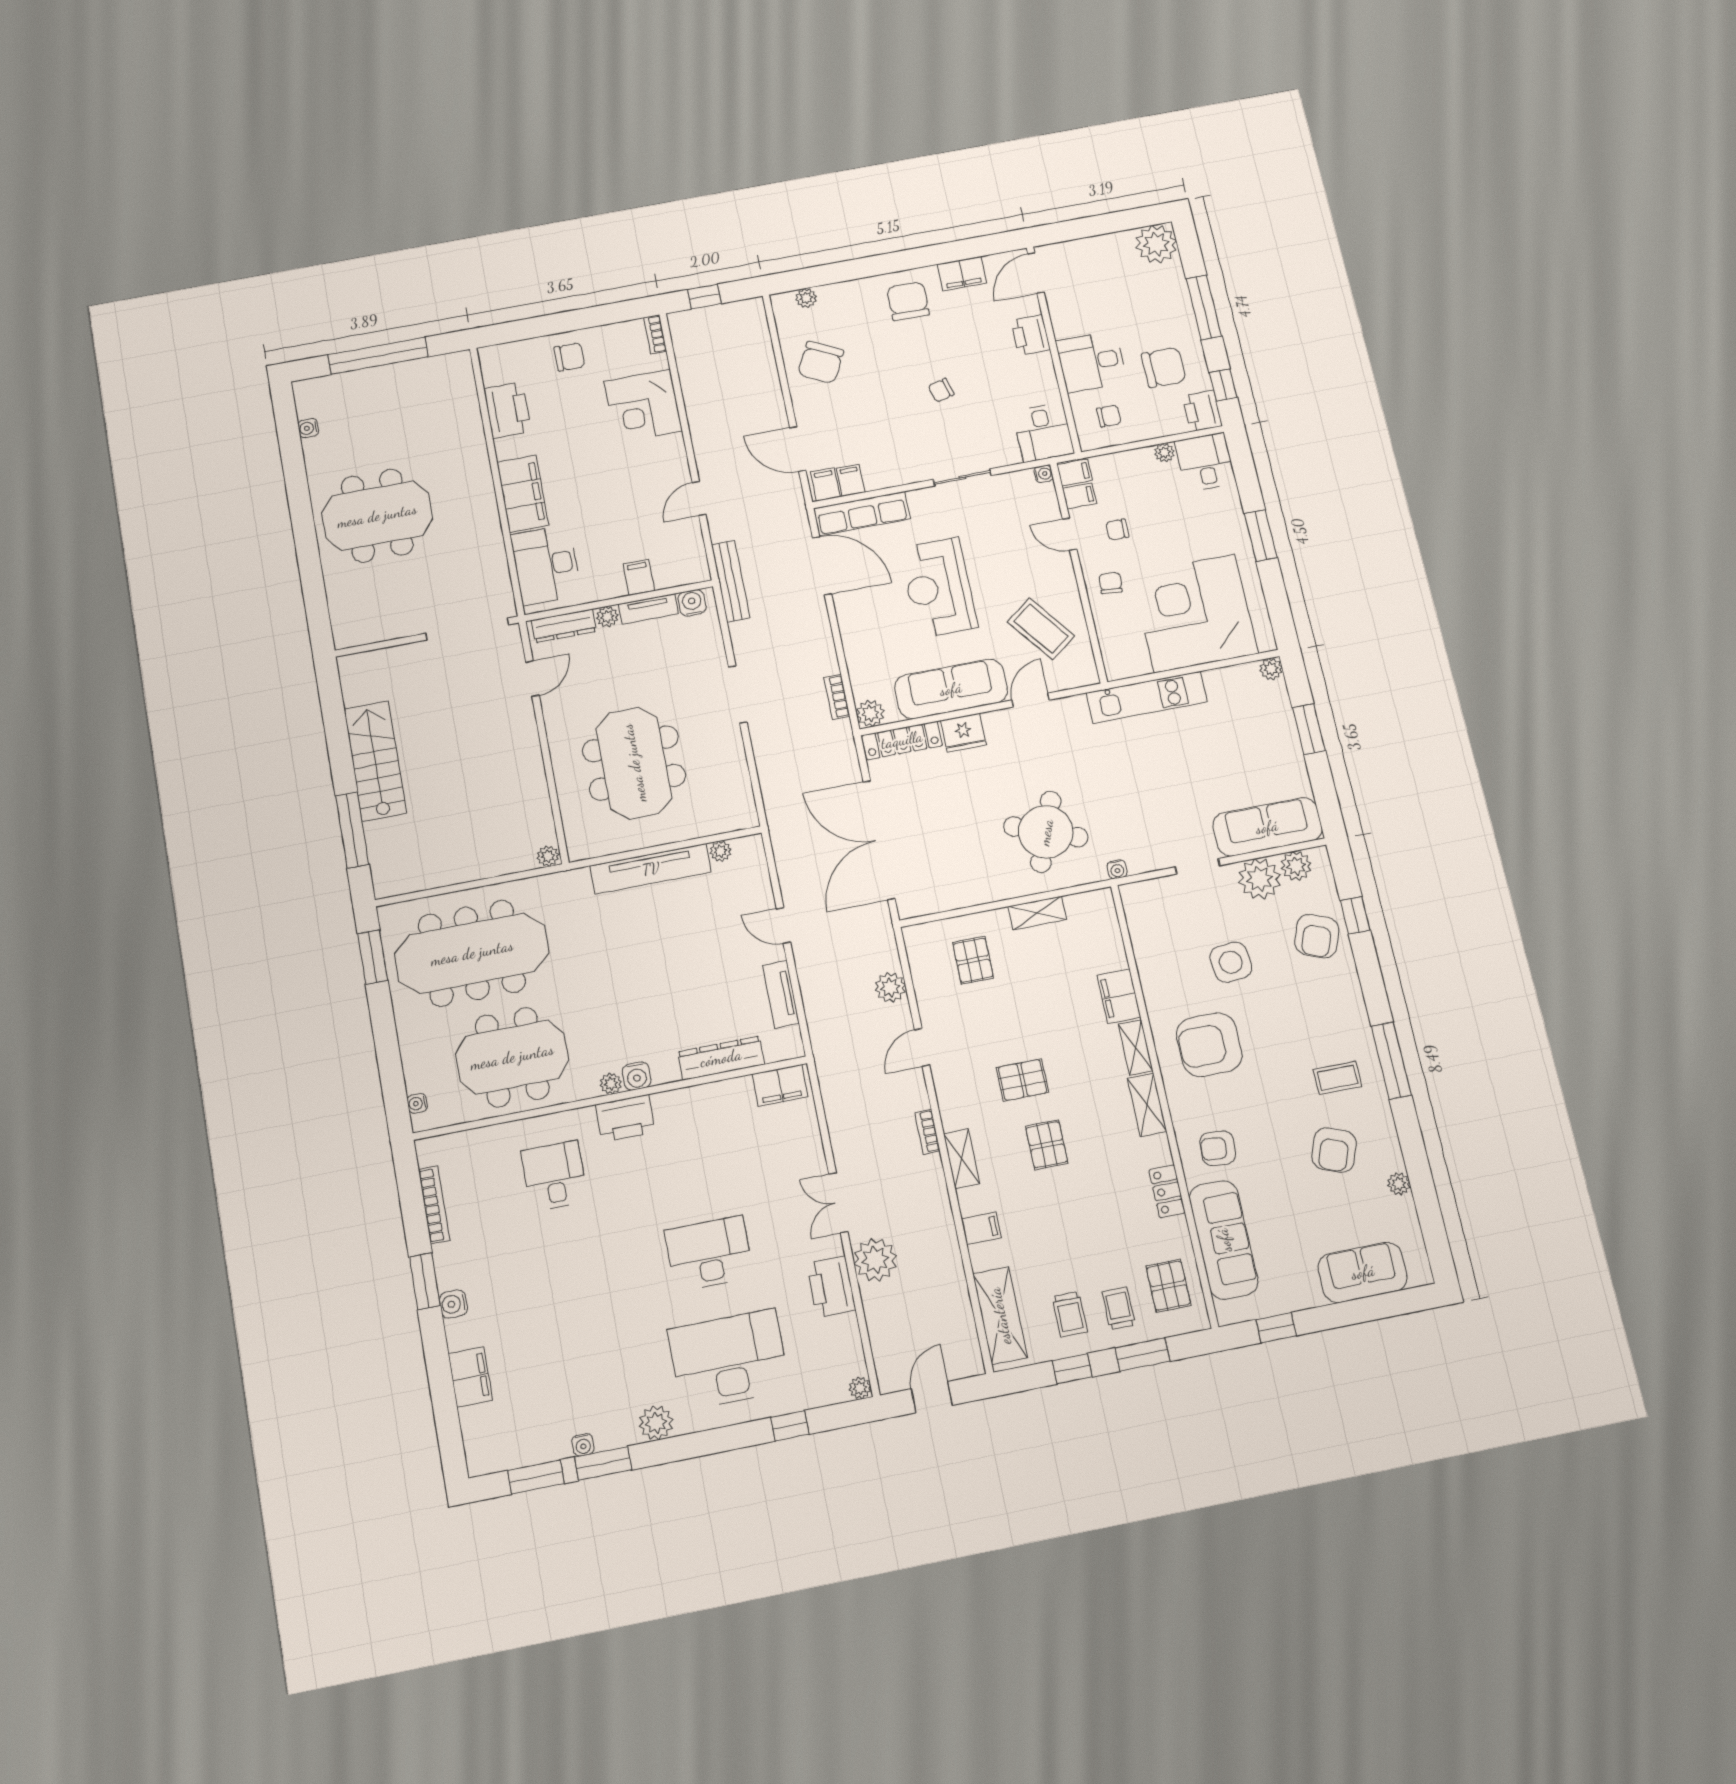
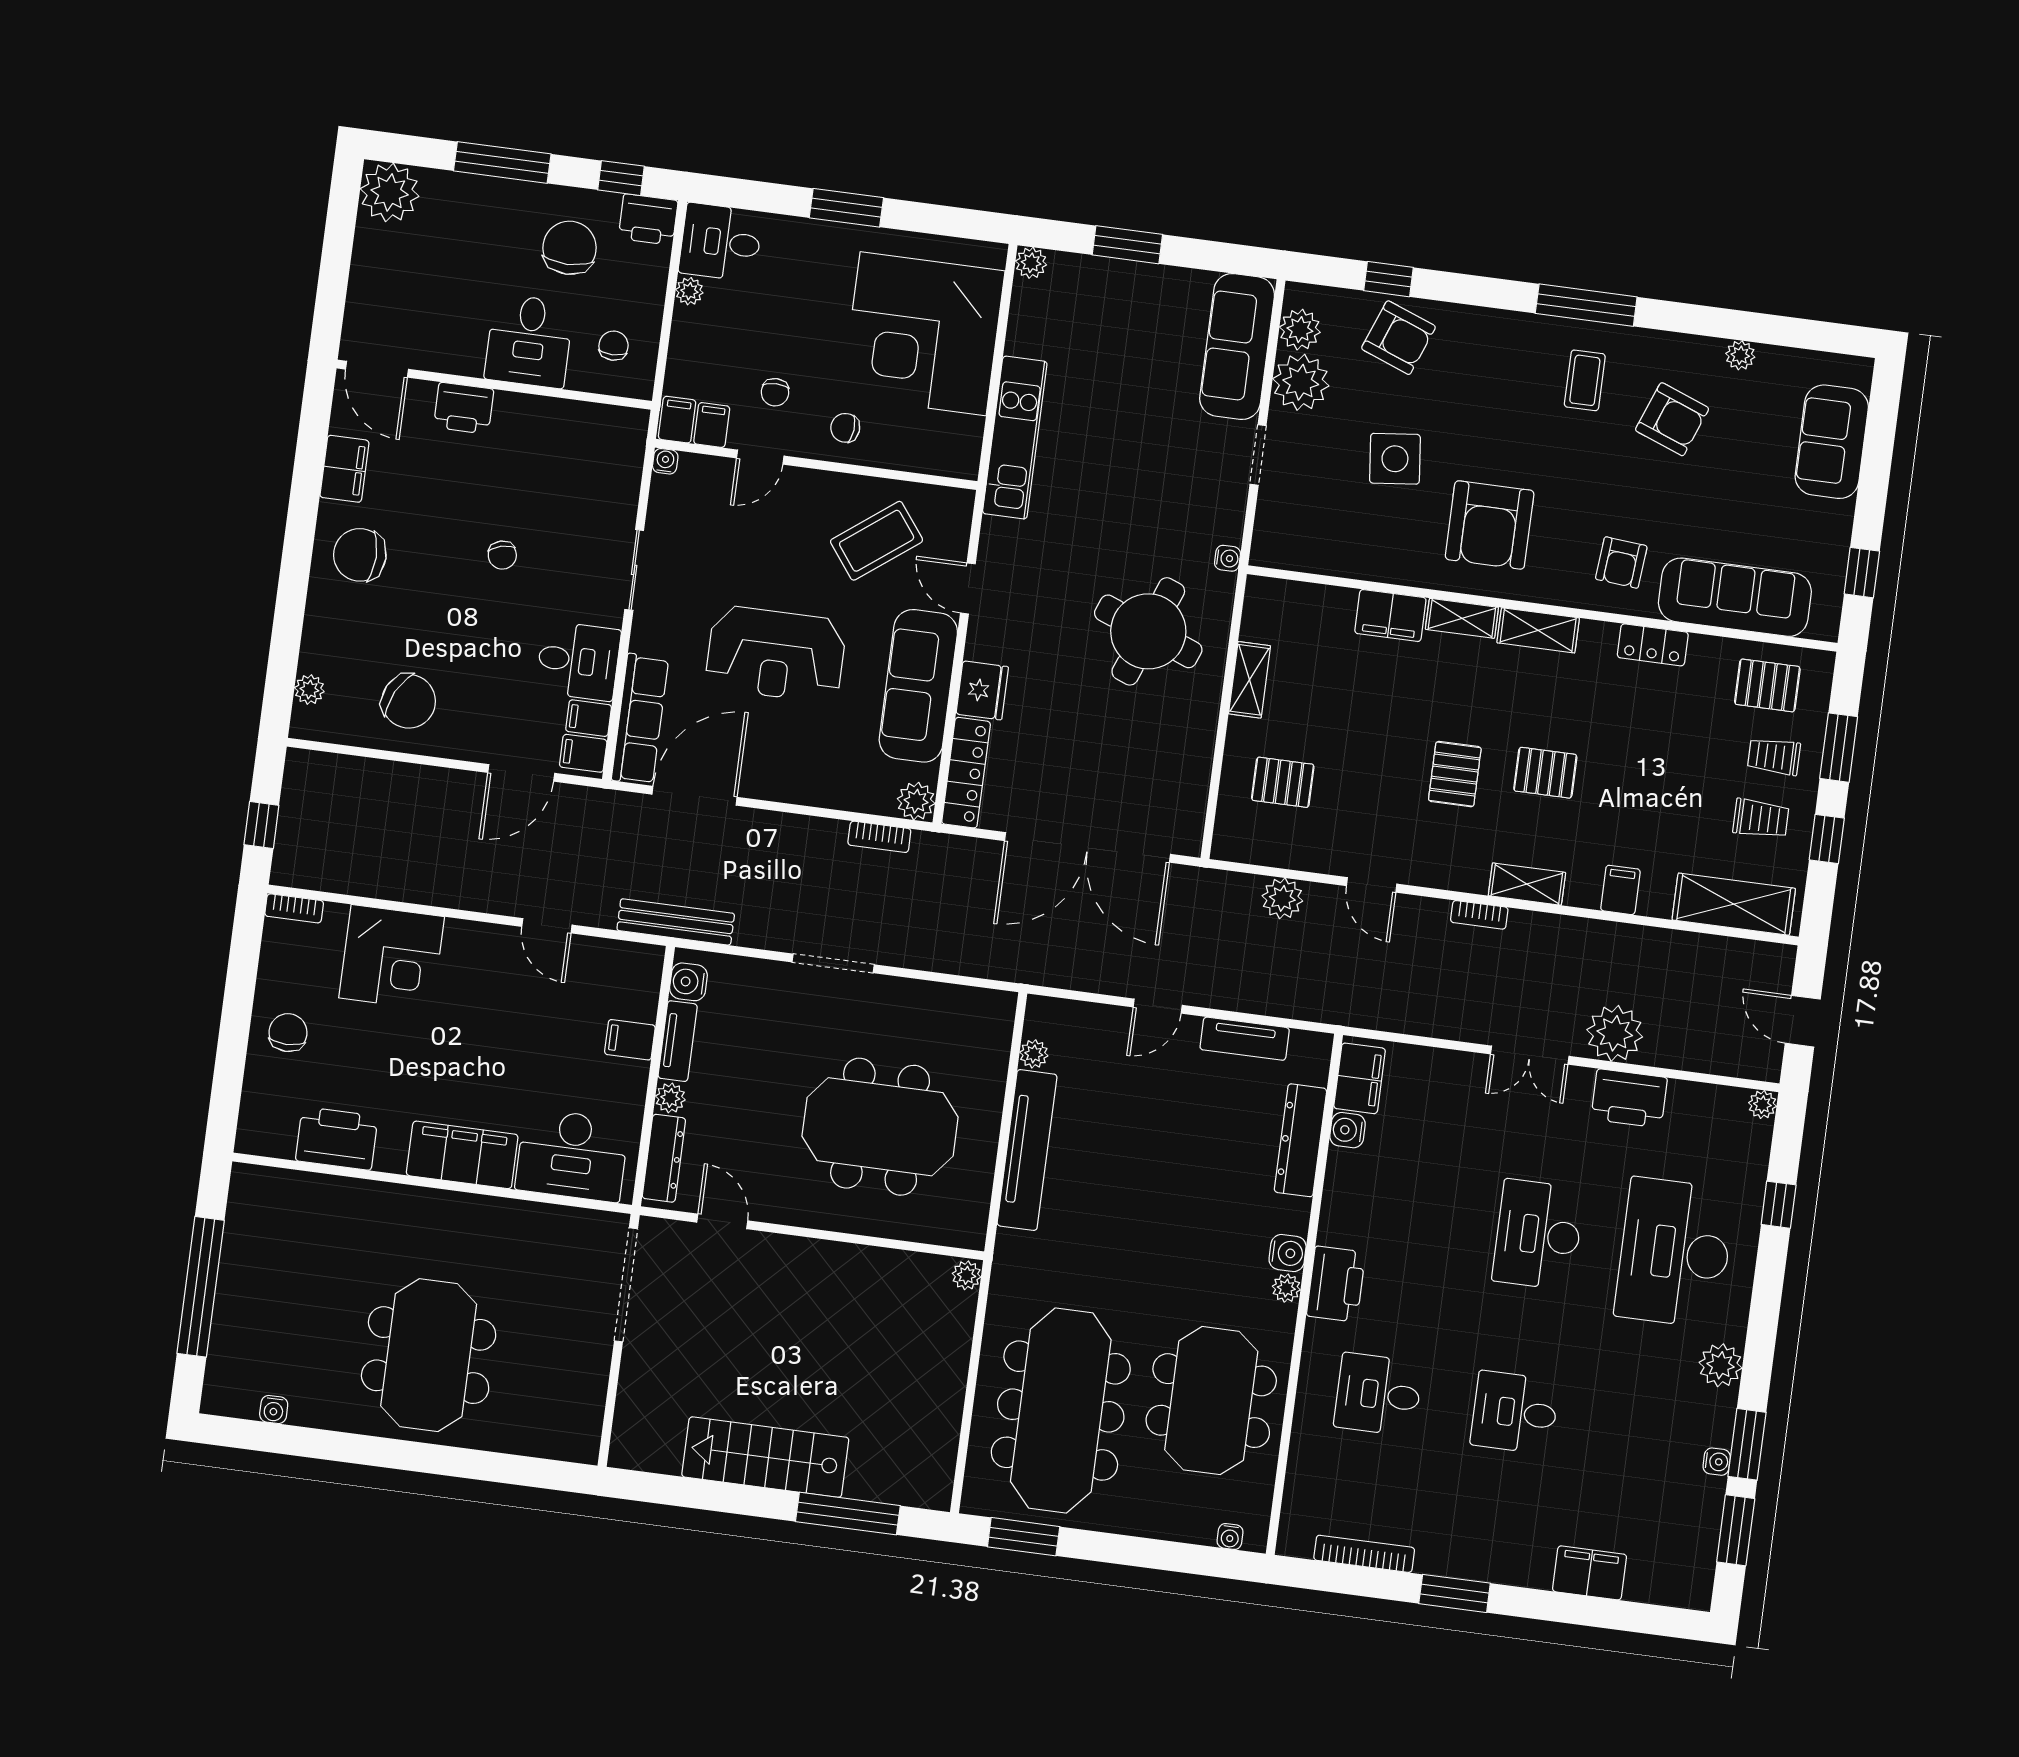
desk: (1043, 432) -> (578, 661), moved
desk: (572, 1281) -> (1515, 1412), added
water cooler: (453, 1304) -> (1348, 1130), moved, turned 90

